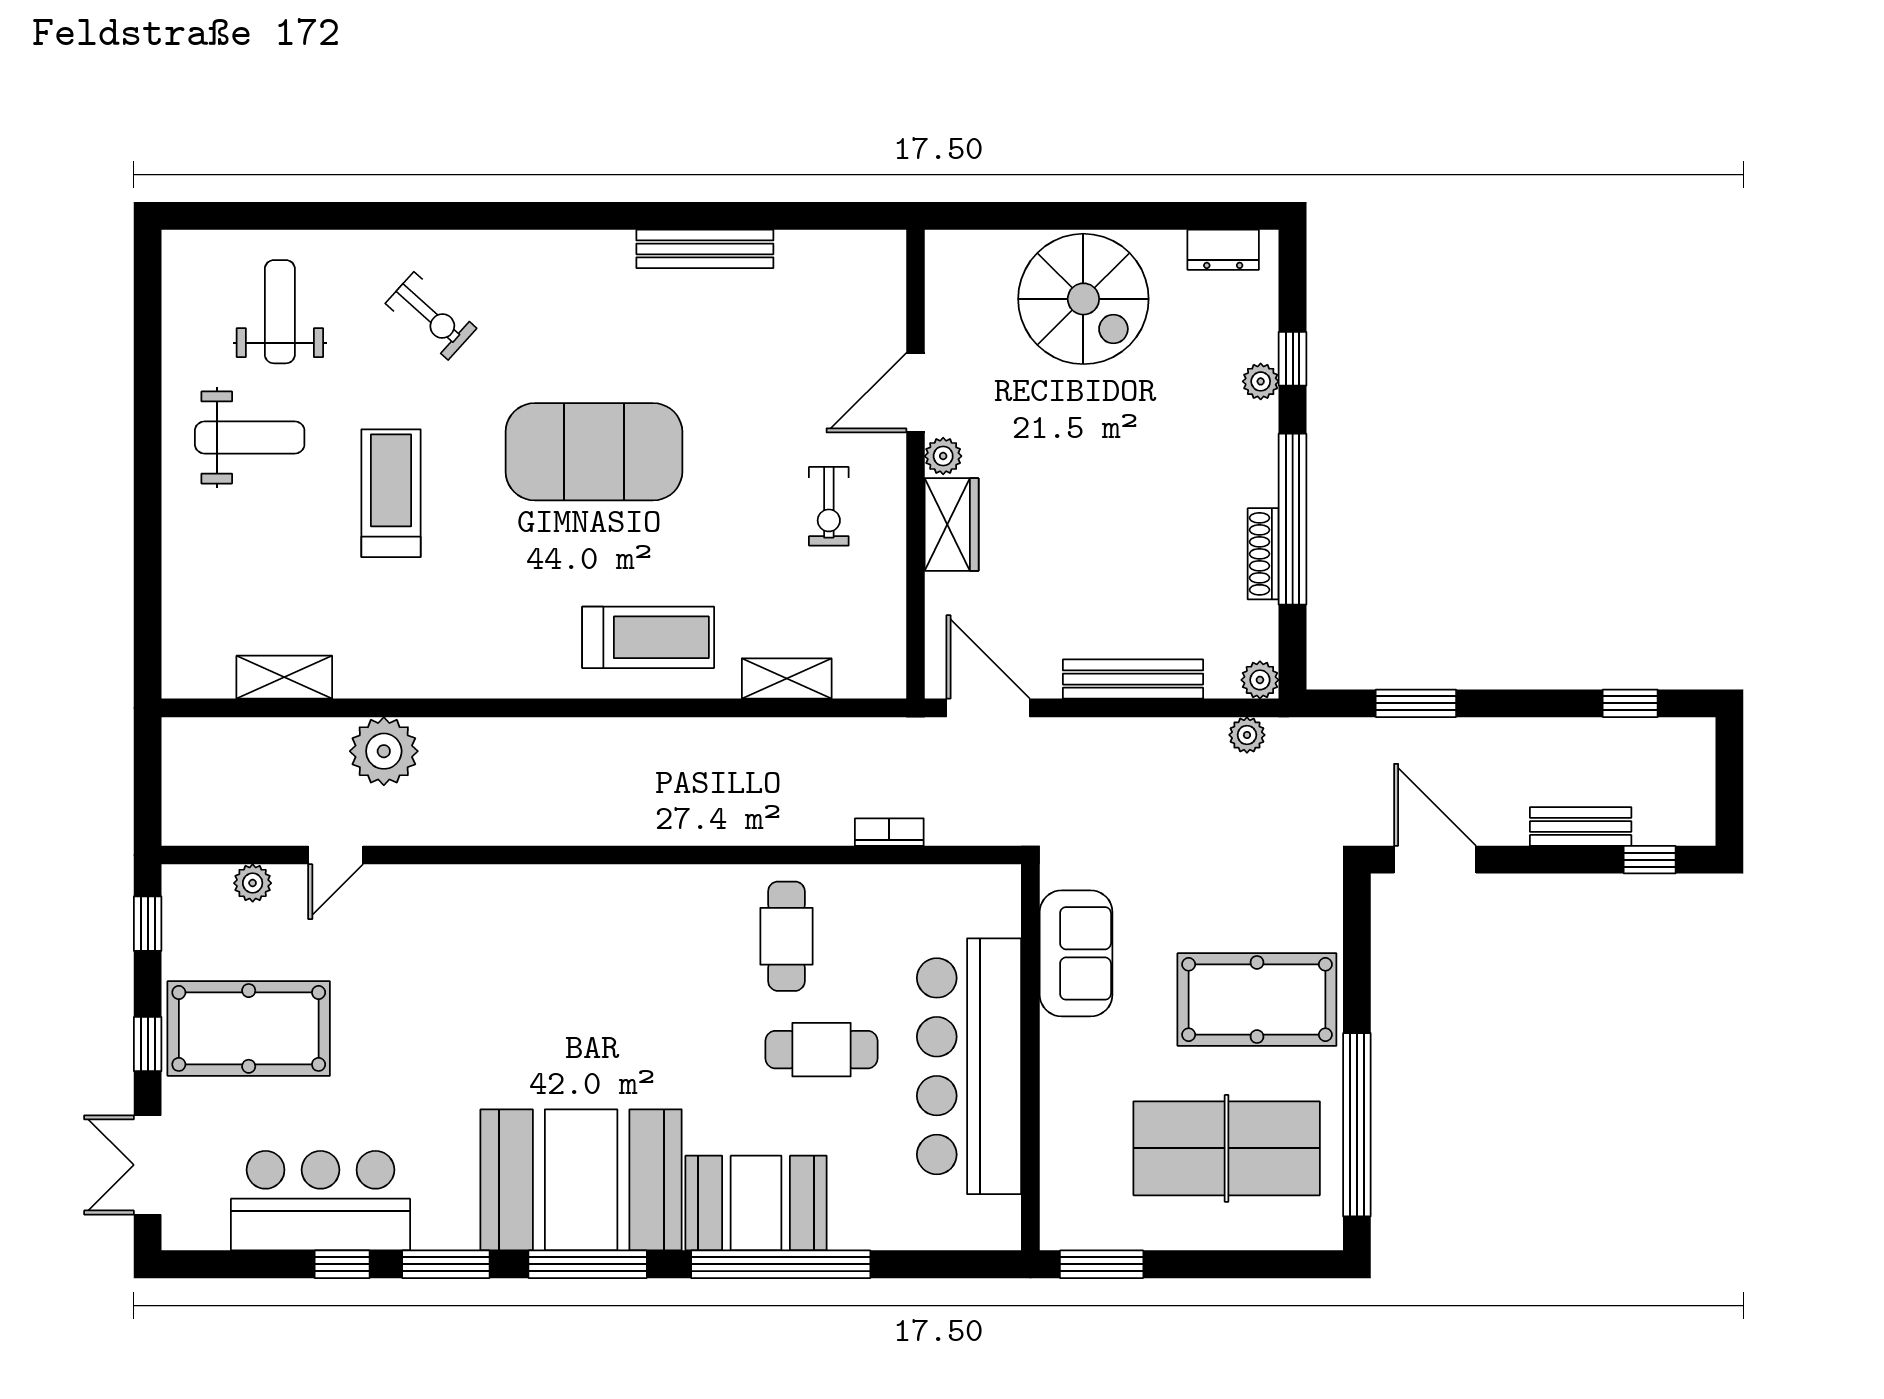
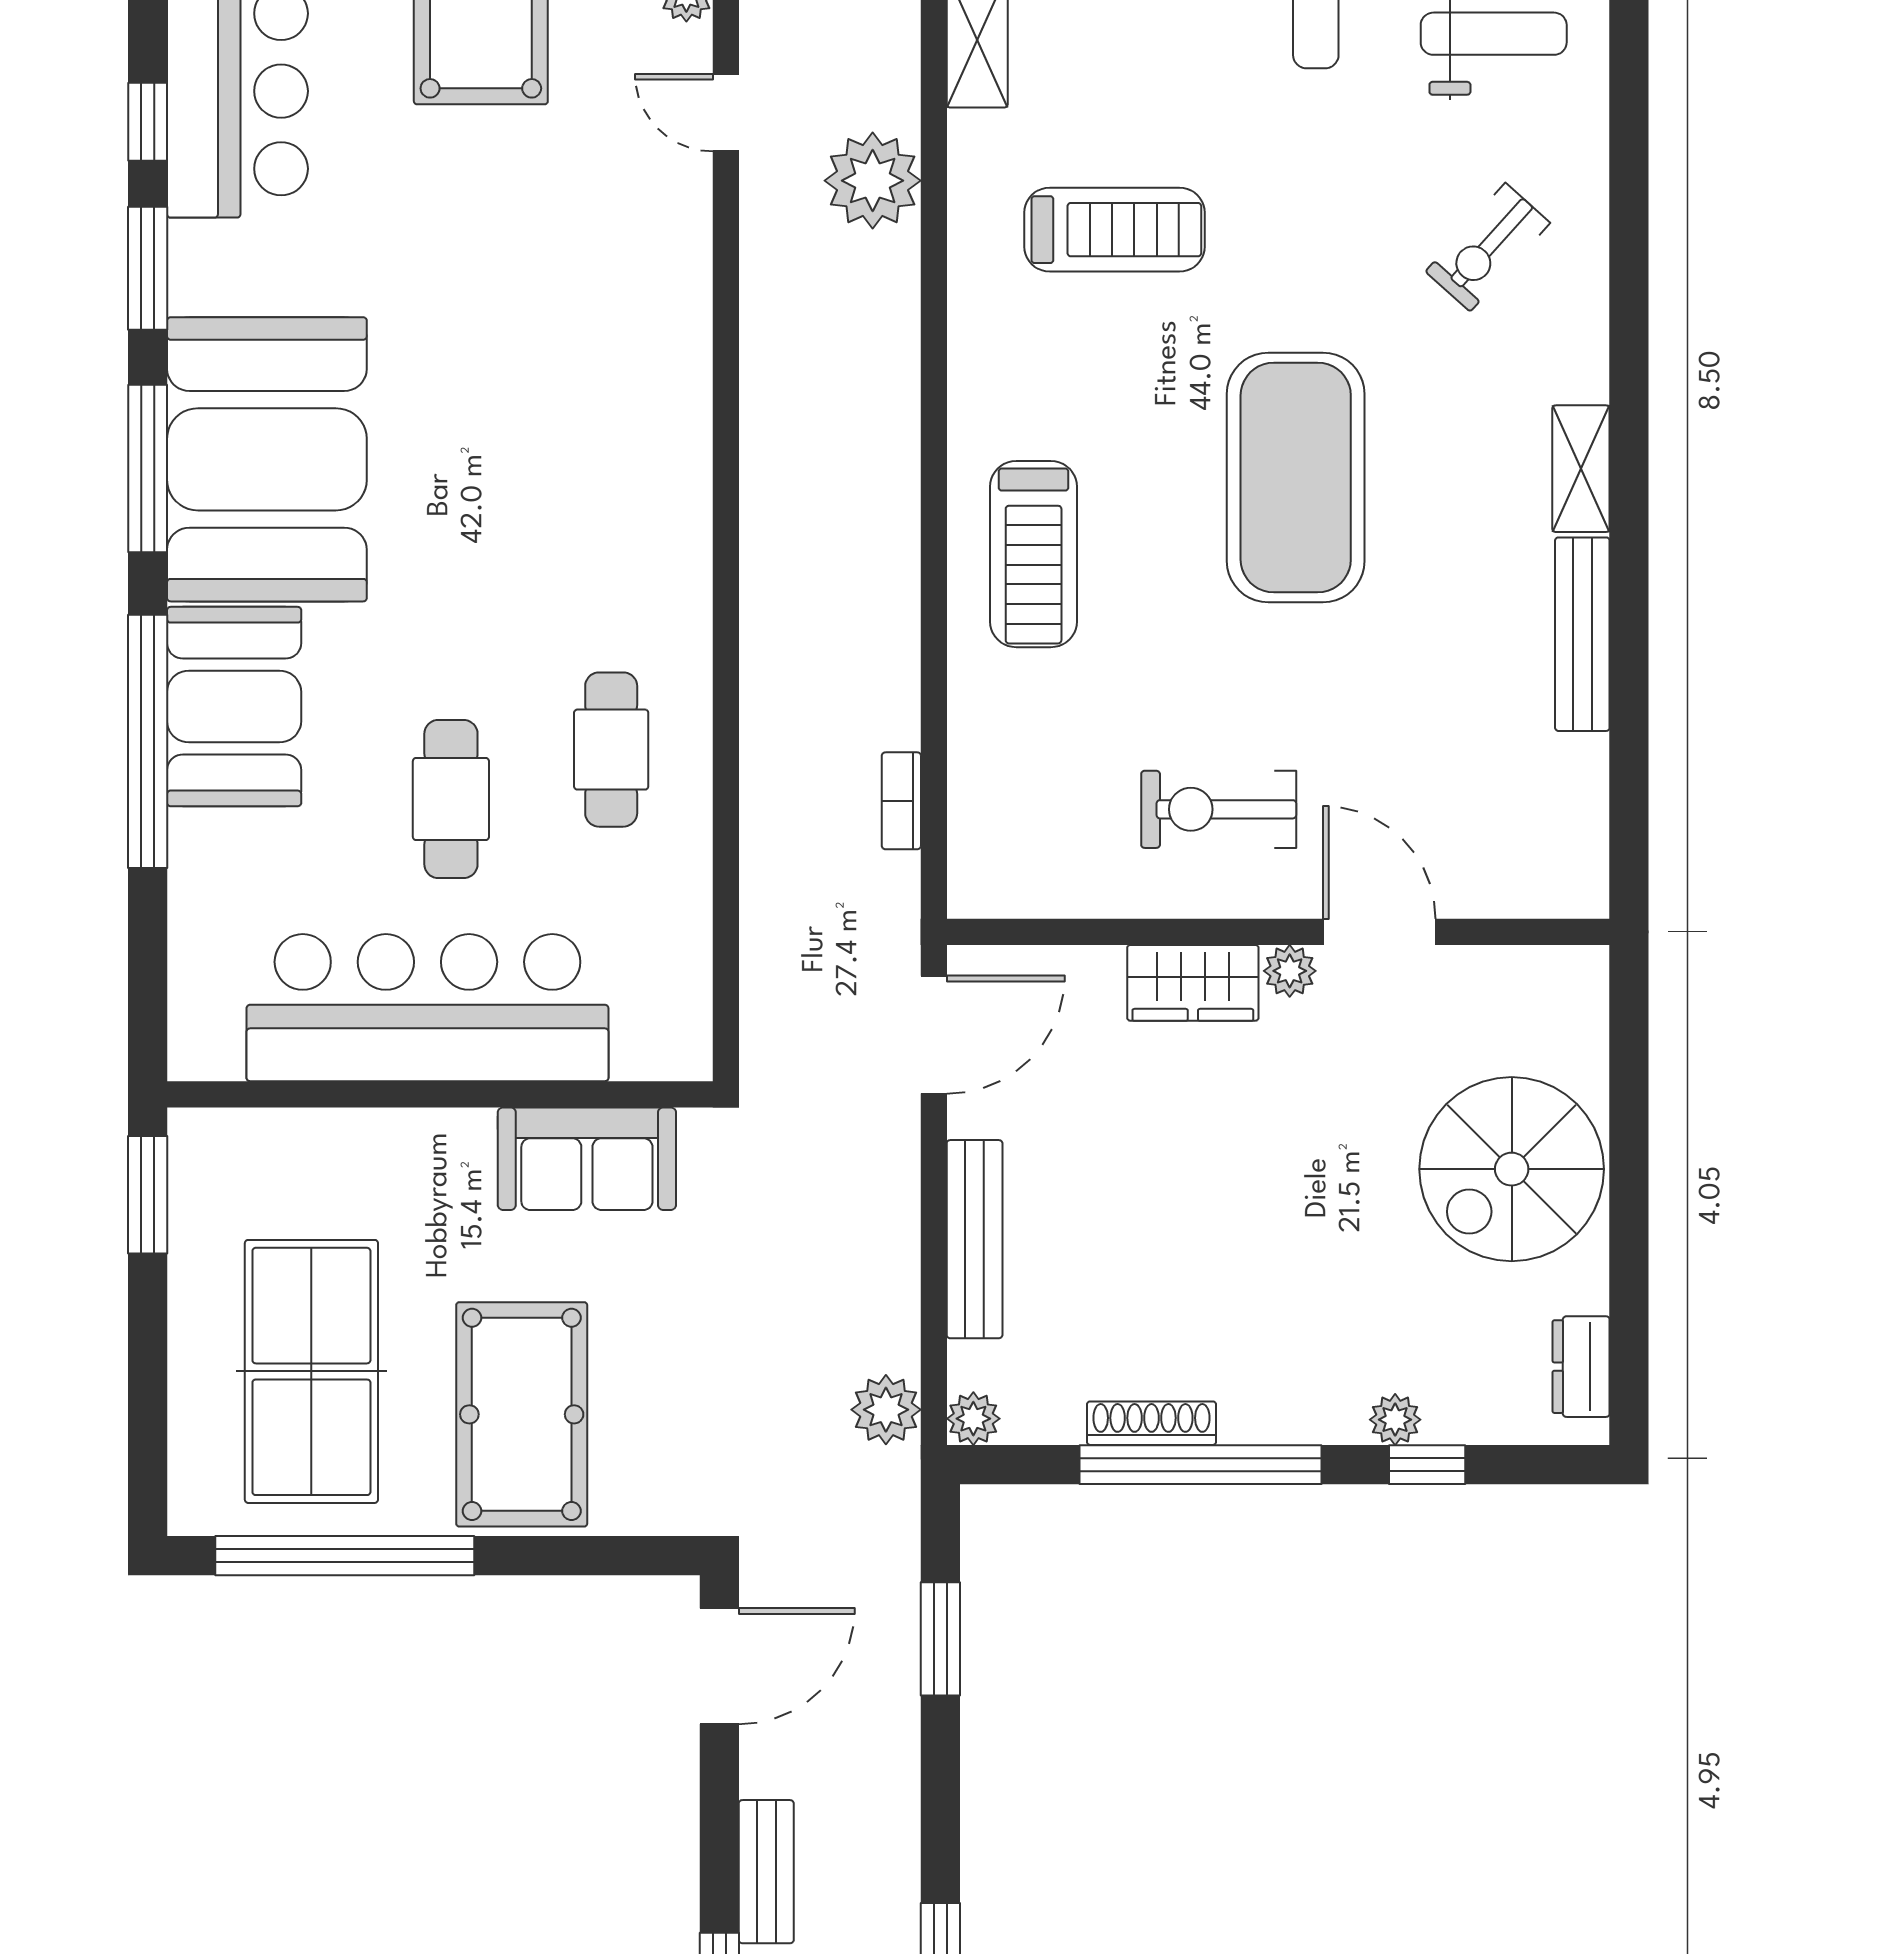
treadmill: (391, 493) -> (1115, 230), moved
exercise bike: (829, 506) -> (1219, 809), width x1.38, depth x1.39
shelving: (787, 679) -> (1581, 469), moved
plant: (1247, 735) -> (886, 1410), width x1.38, depth x1.38
bookcase: (889, 832) -> (901, 801), moved, turned 180
cafe table: (786, 936) -> (611, 750), turned 90

